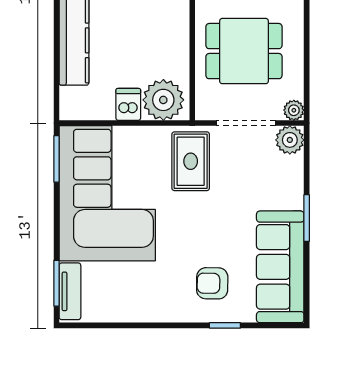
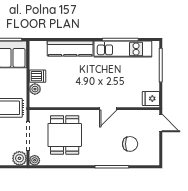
plant: (163, 100) -> (35, 89), width x0.53, depth x0.53

